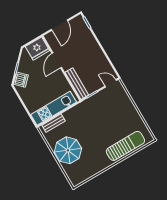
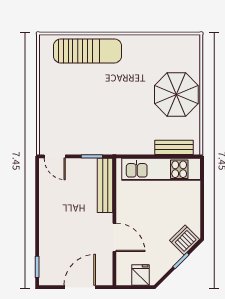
fridge: (37, 49) -> (141, 275), width x0.53, depth x0.75
door: (57, 60) -> (114, 237), hinge flipped
sun lounger: (125, 146) -> (88, 51), turned 180

